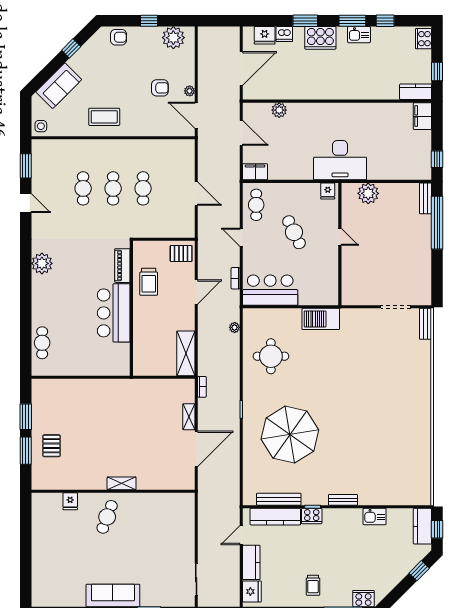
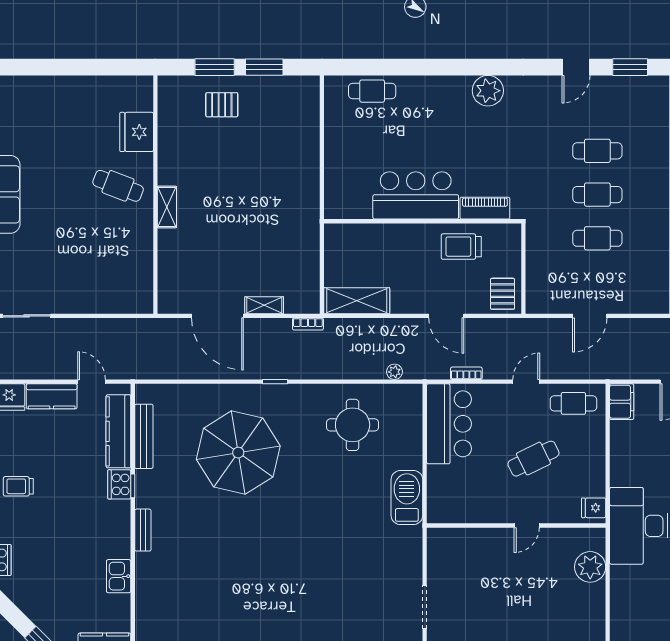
fridge: (70, 501) -> (137, 132), width x1.88, depth x1.34

